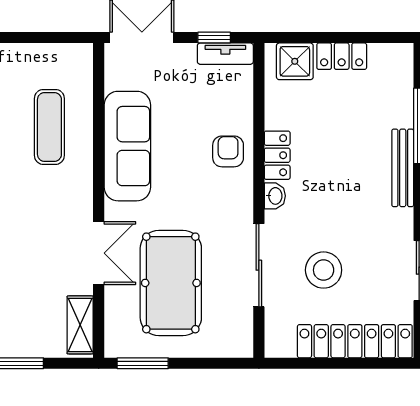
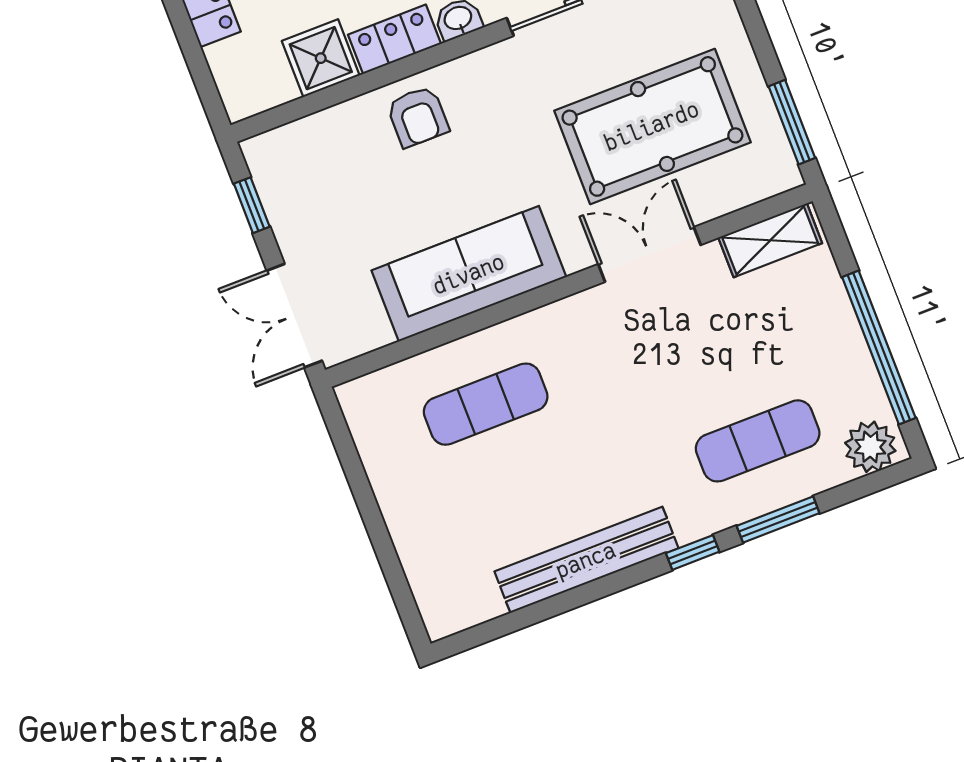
tv unit: (225, 54) -> (270, 178), removed
shower: (295, 61) -> (321, 58), moved
armchair: (228, 151) -> (418, 117), turned -90

